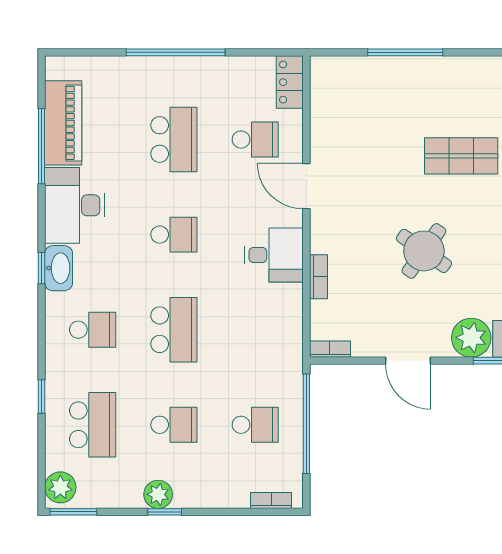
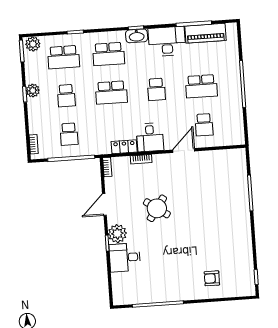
locker: (290, 82) -> (124, 147), moved
shop shelf: (461, 156) -> (203, 223), removed
school desk: (93, 330) -> (109, 54), width x1.85

